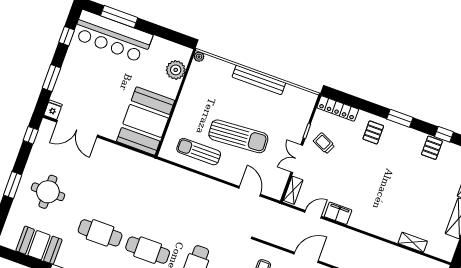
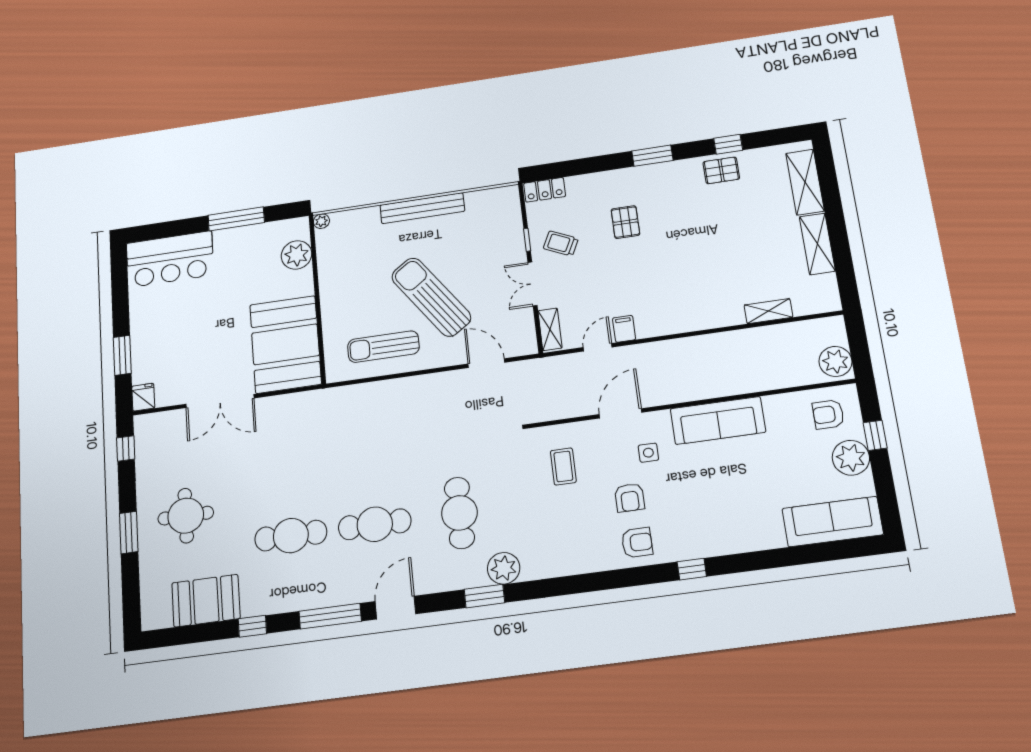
window: (119, 17) -> (236, 219), moved
window: (67, 36) -> (120, 289), removed
bar counter: (112, 36) -> (170, 259), width x0.73
locker: (338, 109) -> (545, 190), width x0.66
double door: (77, 129) -> (220, 401), moved
pallet: (373, 132) -> (625, 222), moved
sun lounger: (238, 136) -> (431, 297), turned -121
pallet: (432, 148) -> (721, 170), turned 90
filing cabinet: (338, 213) -> (624, 329), width x0.50

